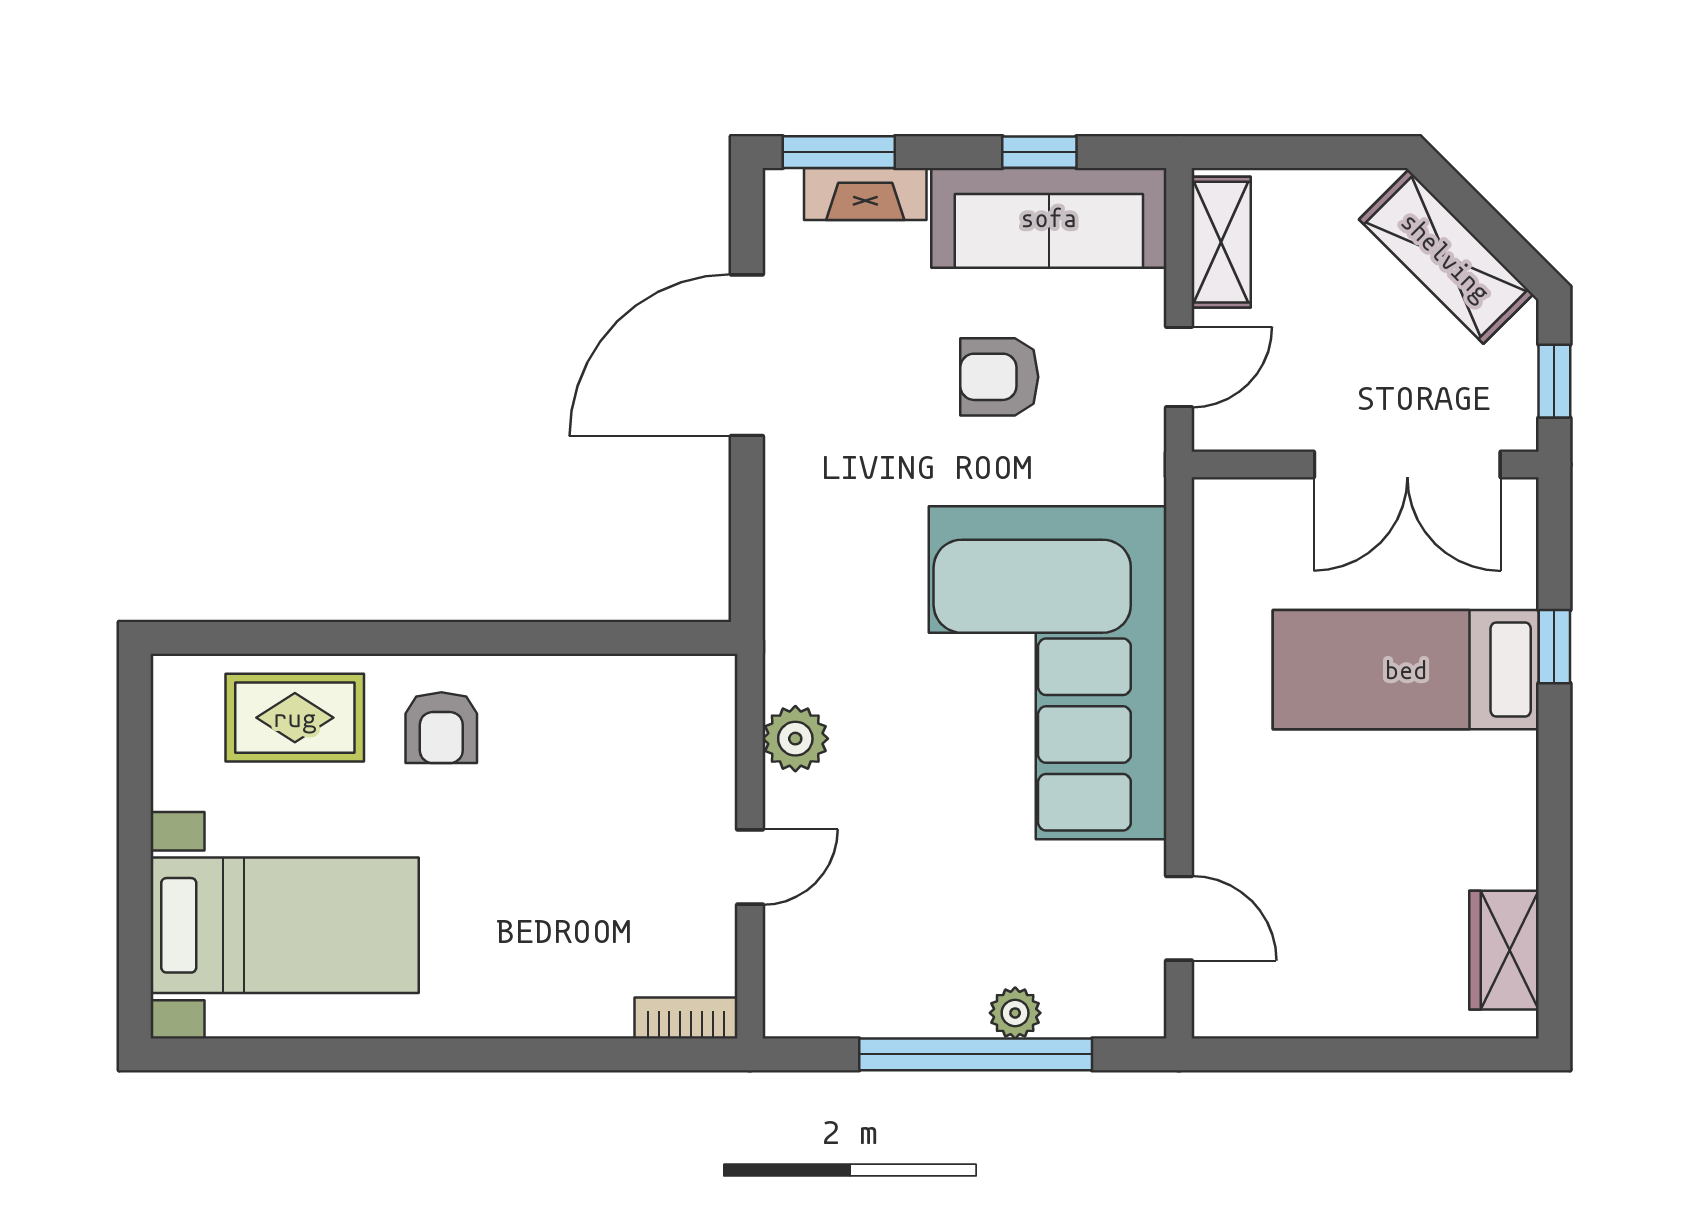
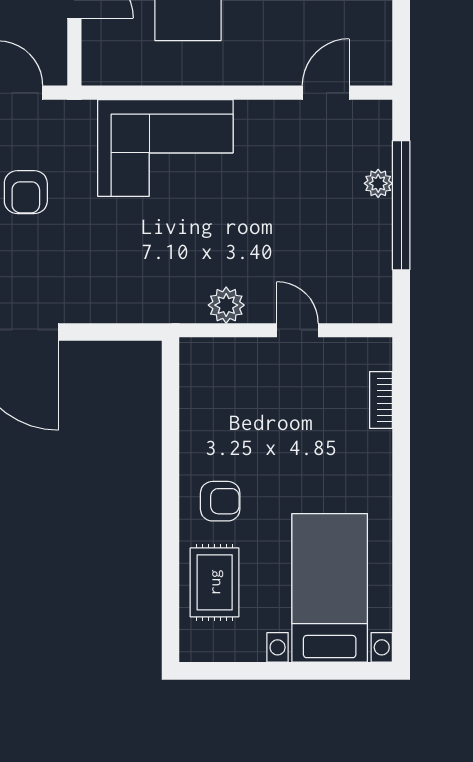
corner sofa: (1048, 673) -> (165, 148), width x0.73, depth x0.74
bookcase: (686, 1018) -> (381, 400), moved

